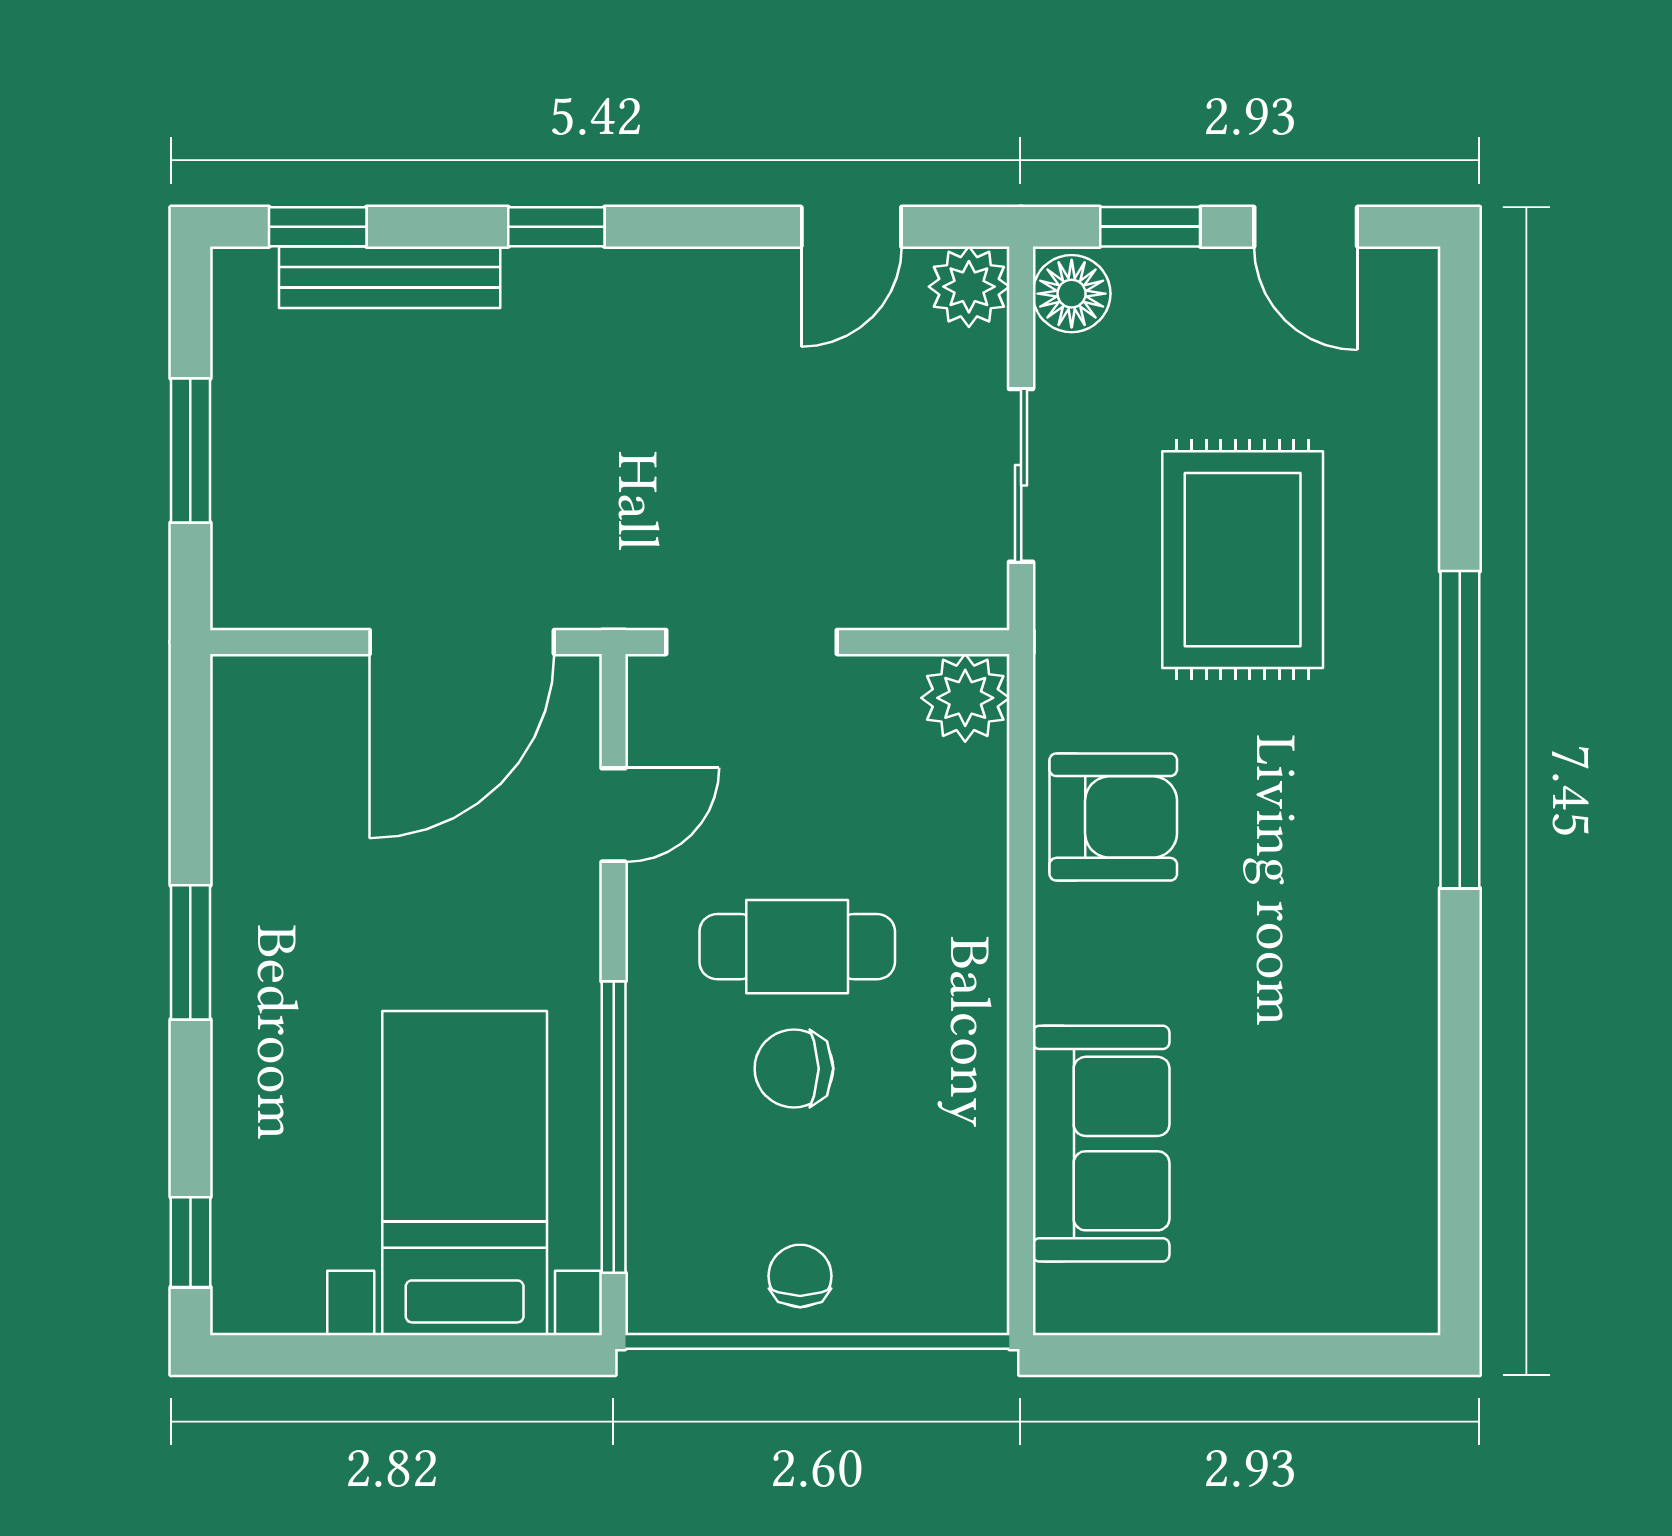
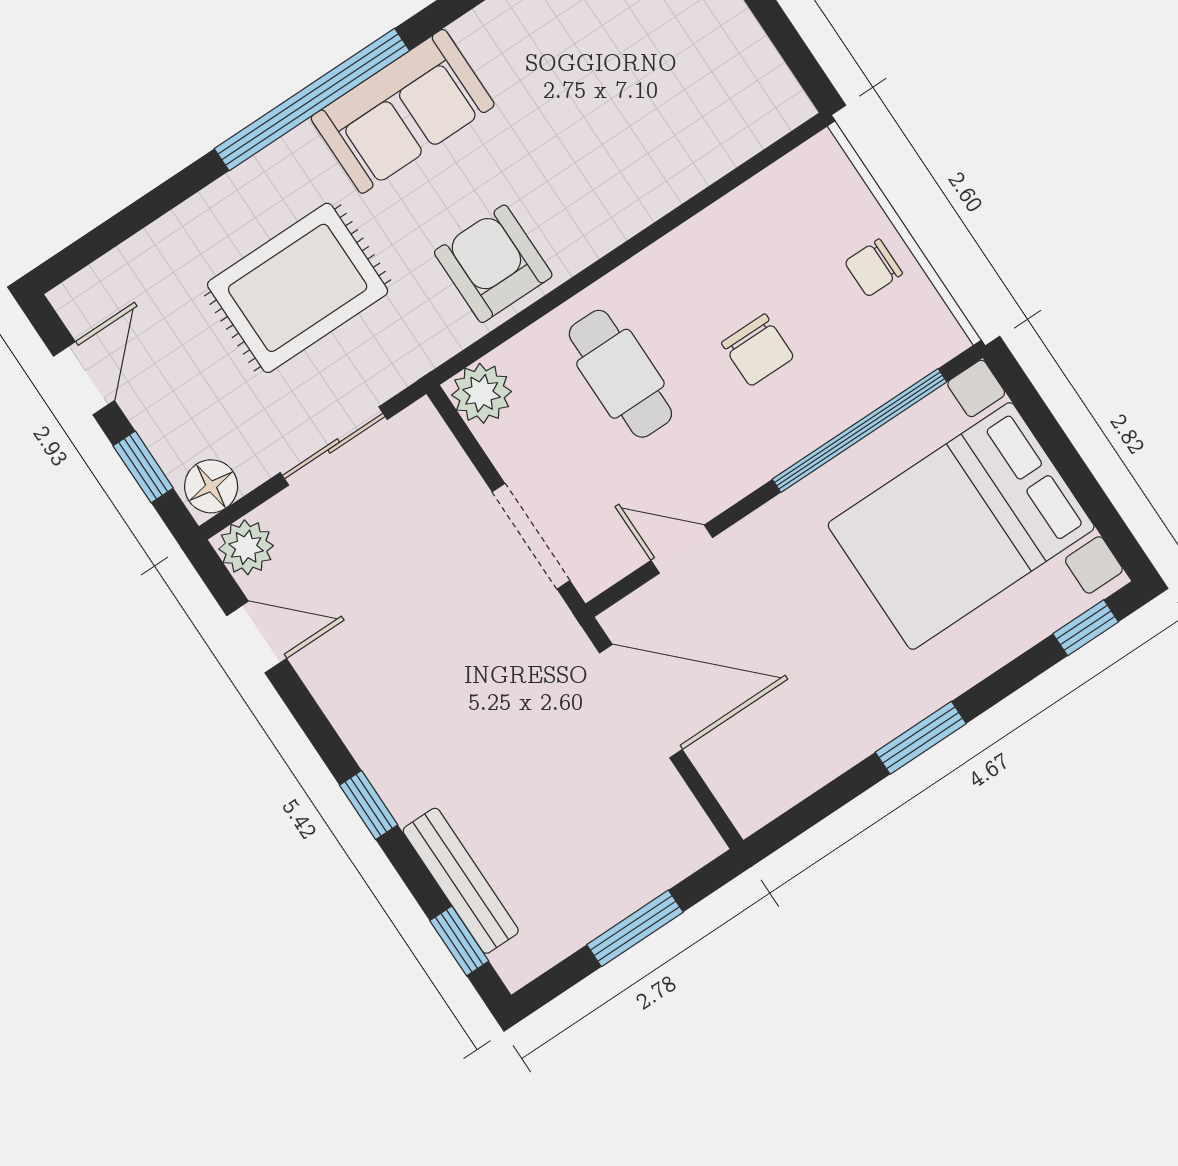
cafe table: (797, 947) -> (620, 374), moved
sofa: (1101, 1144) -> (403, 111), moved, turned 180
bed with nightstands: (465, 1173) -> (961, 526), width x1.36

